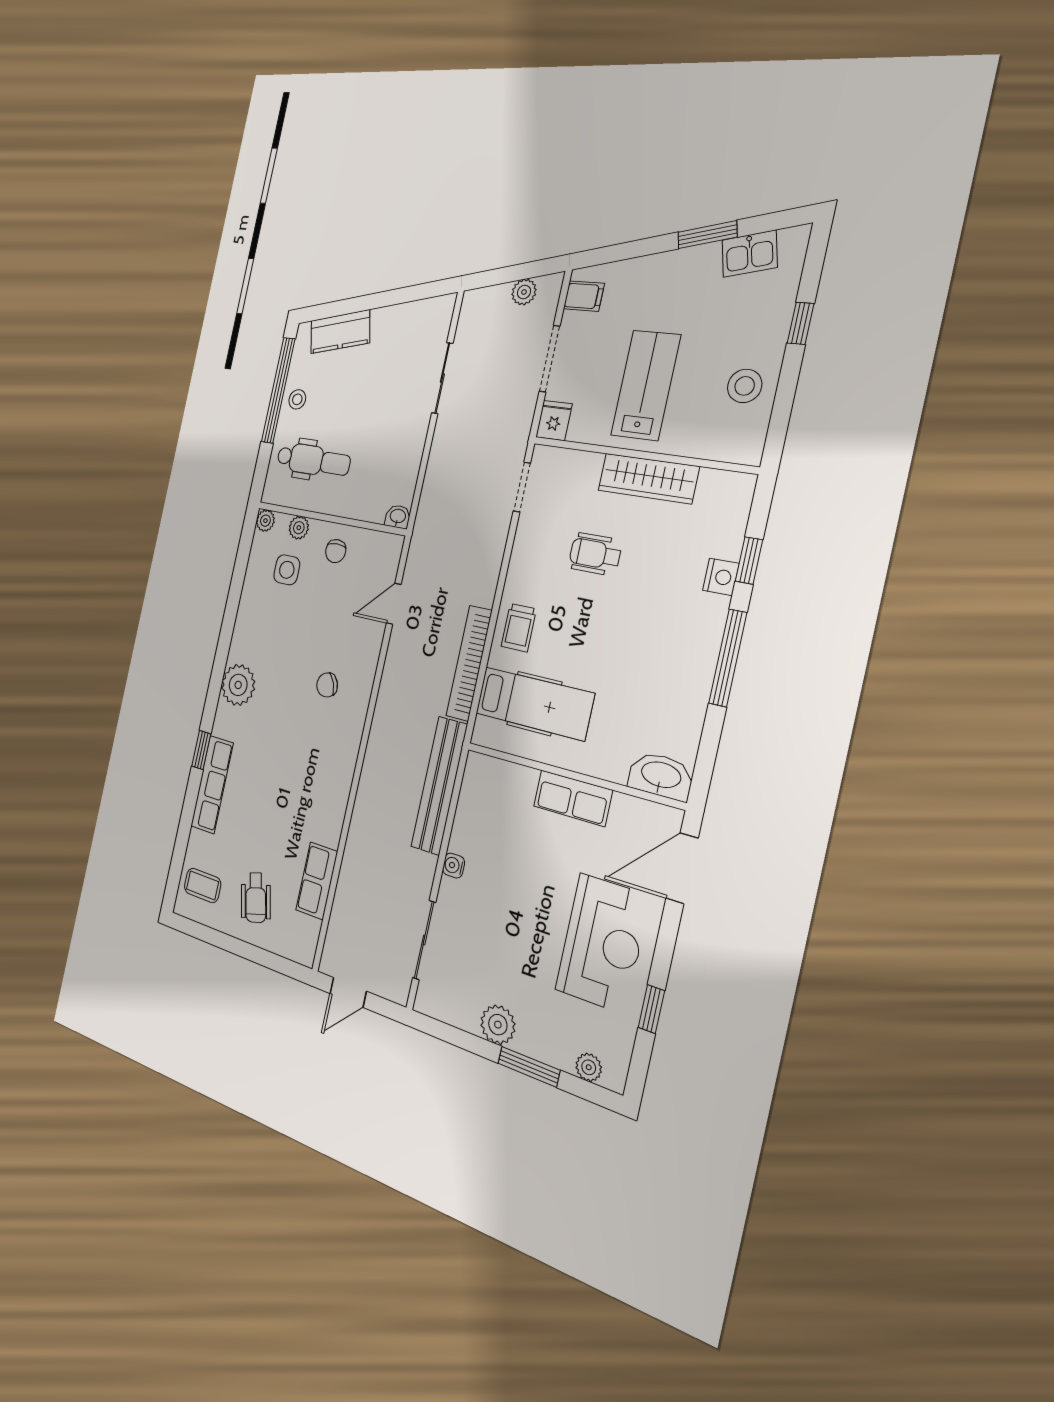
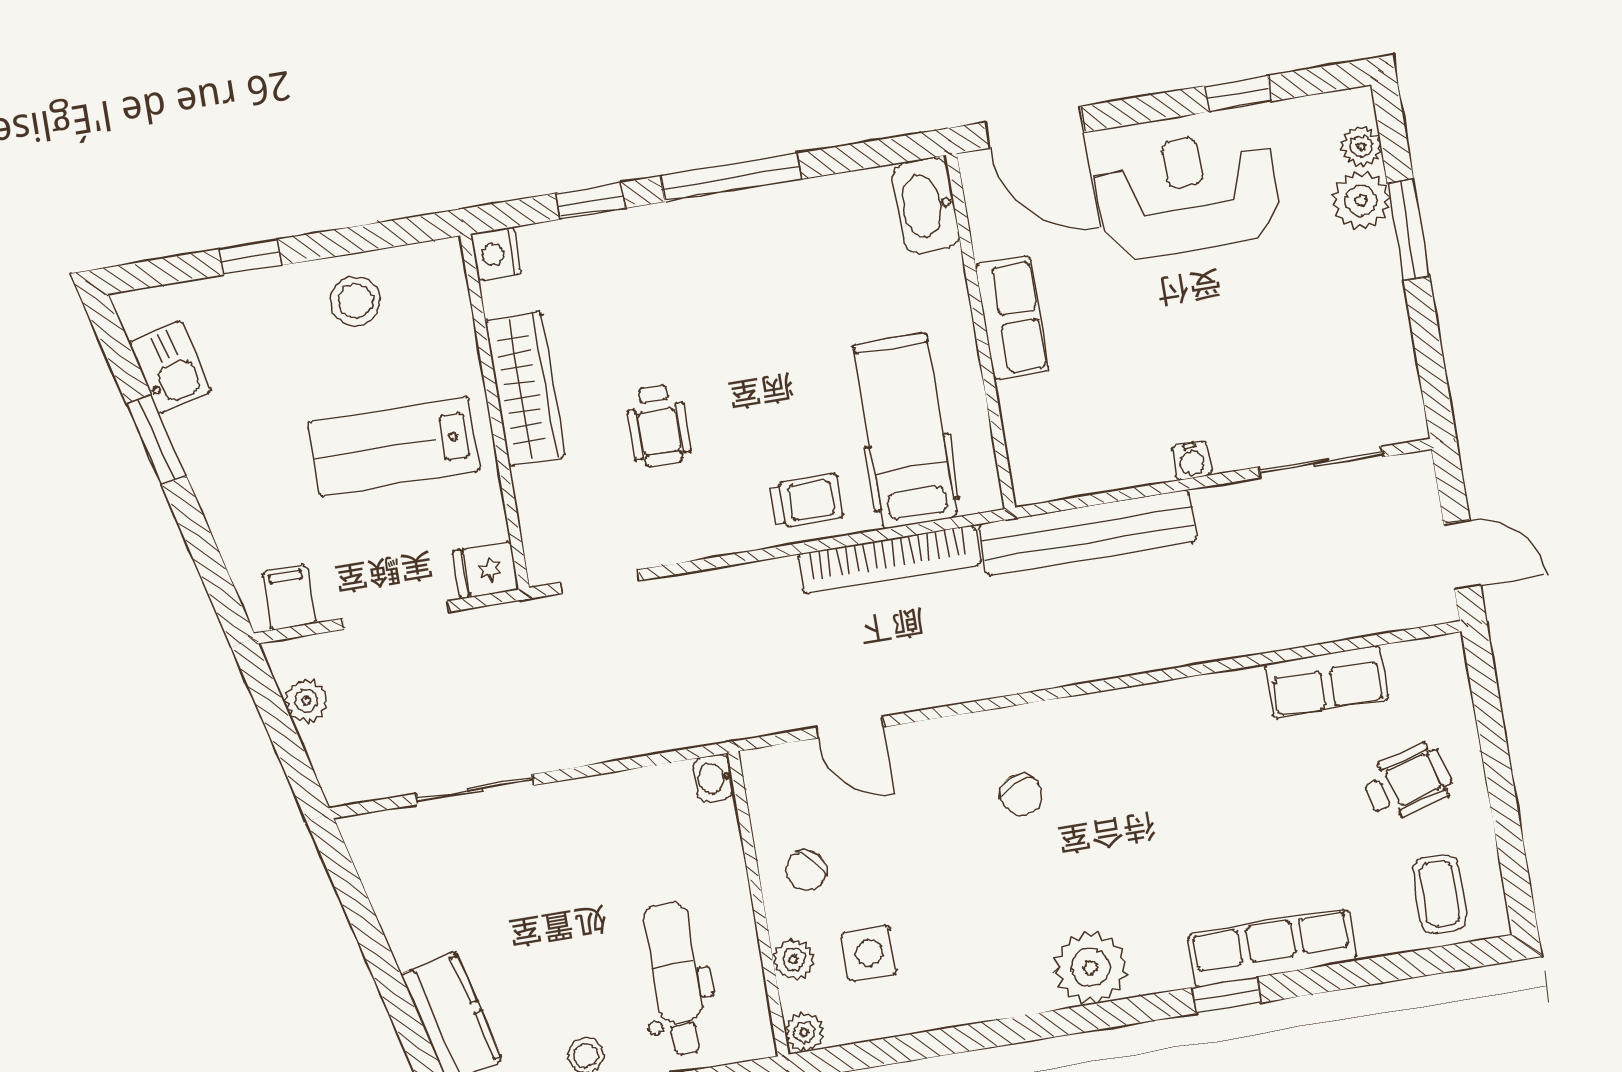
chair: (336, 551) -> (806, 871), turned 137
nightstand: (721, 577) -> (496, 254), moved, turned -90
plant: (498, 1025) -> (1361, 201), moved

